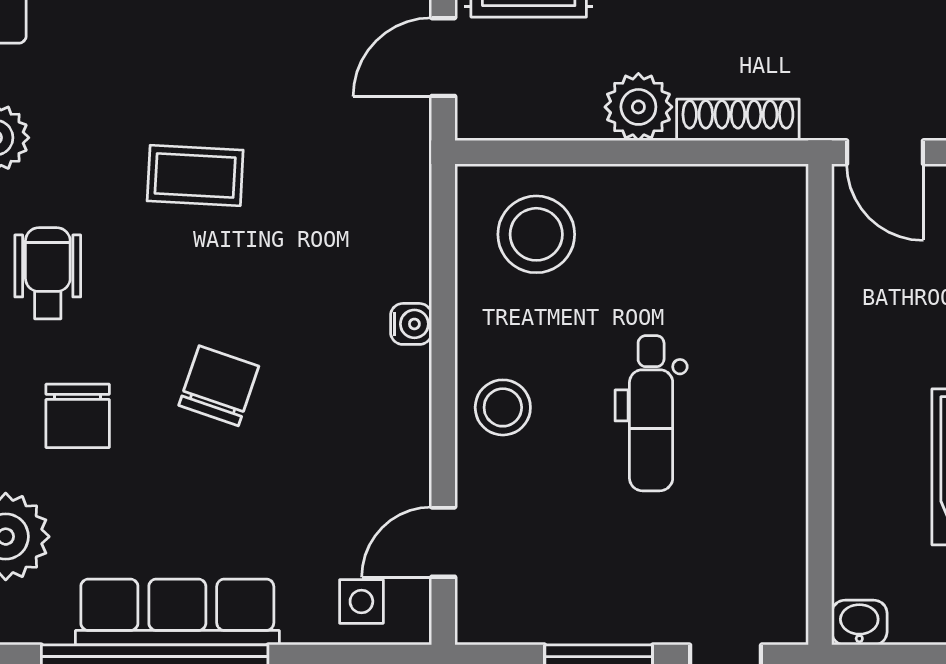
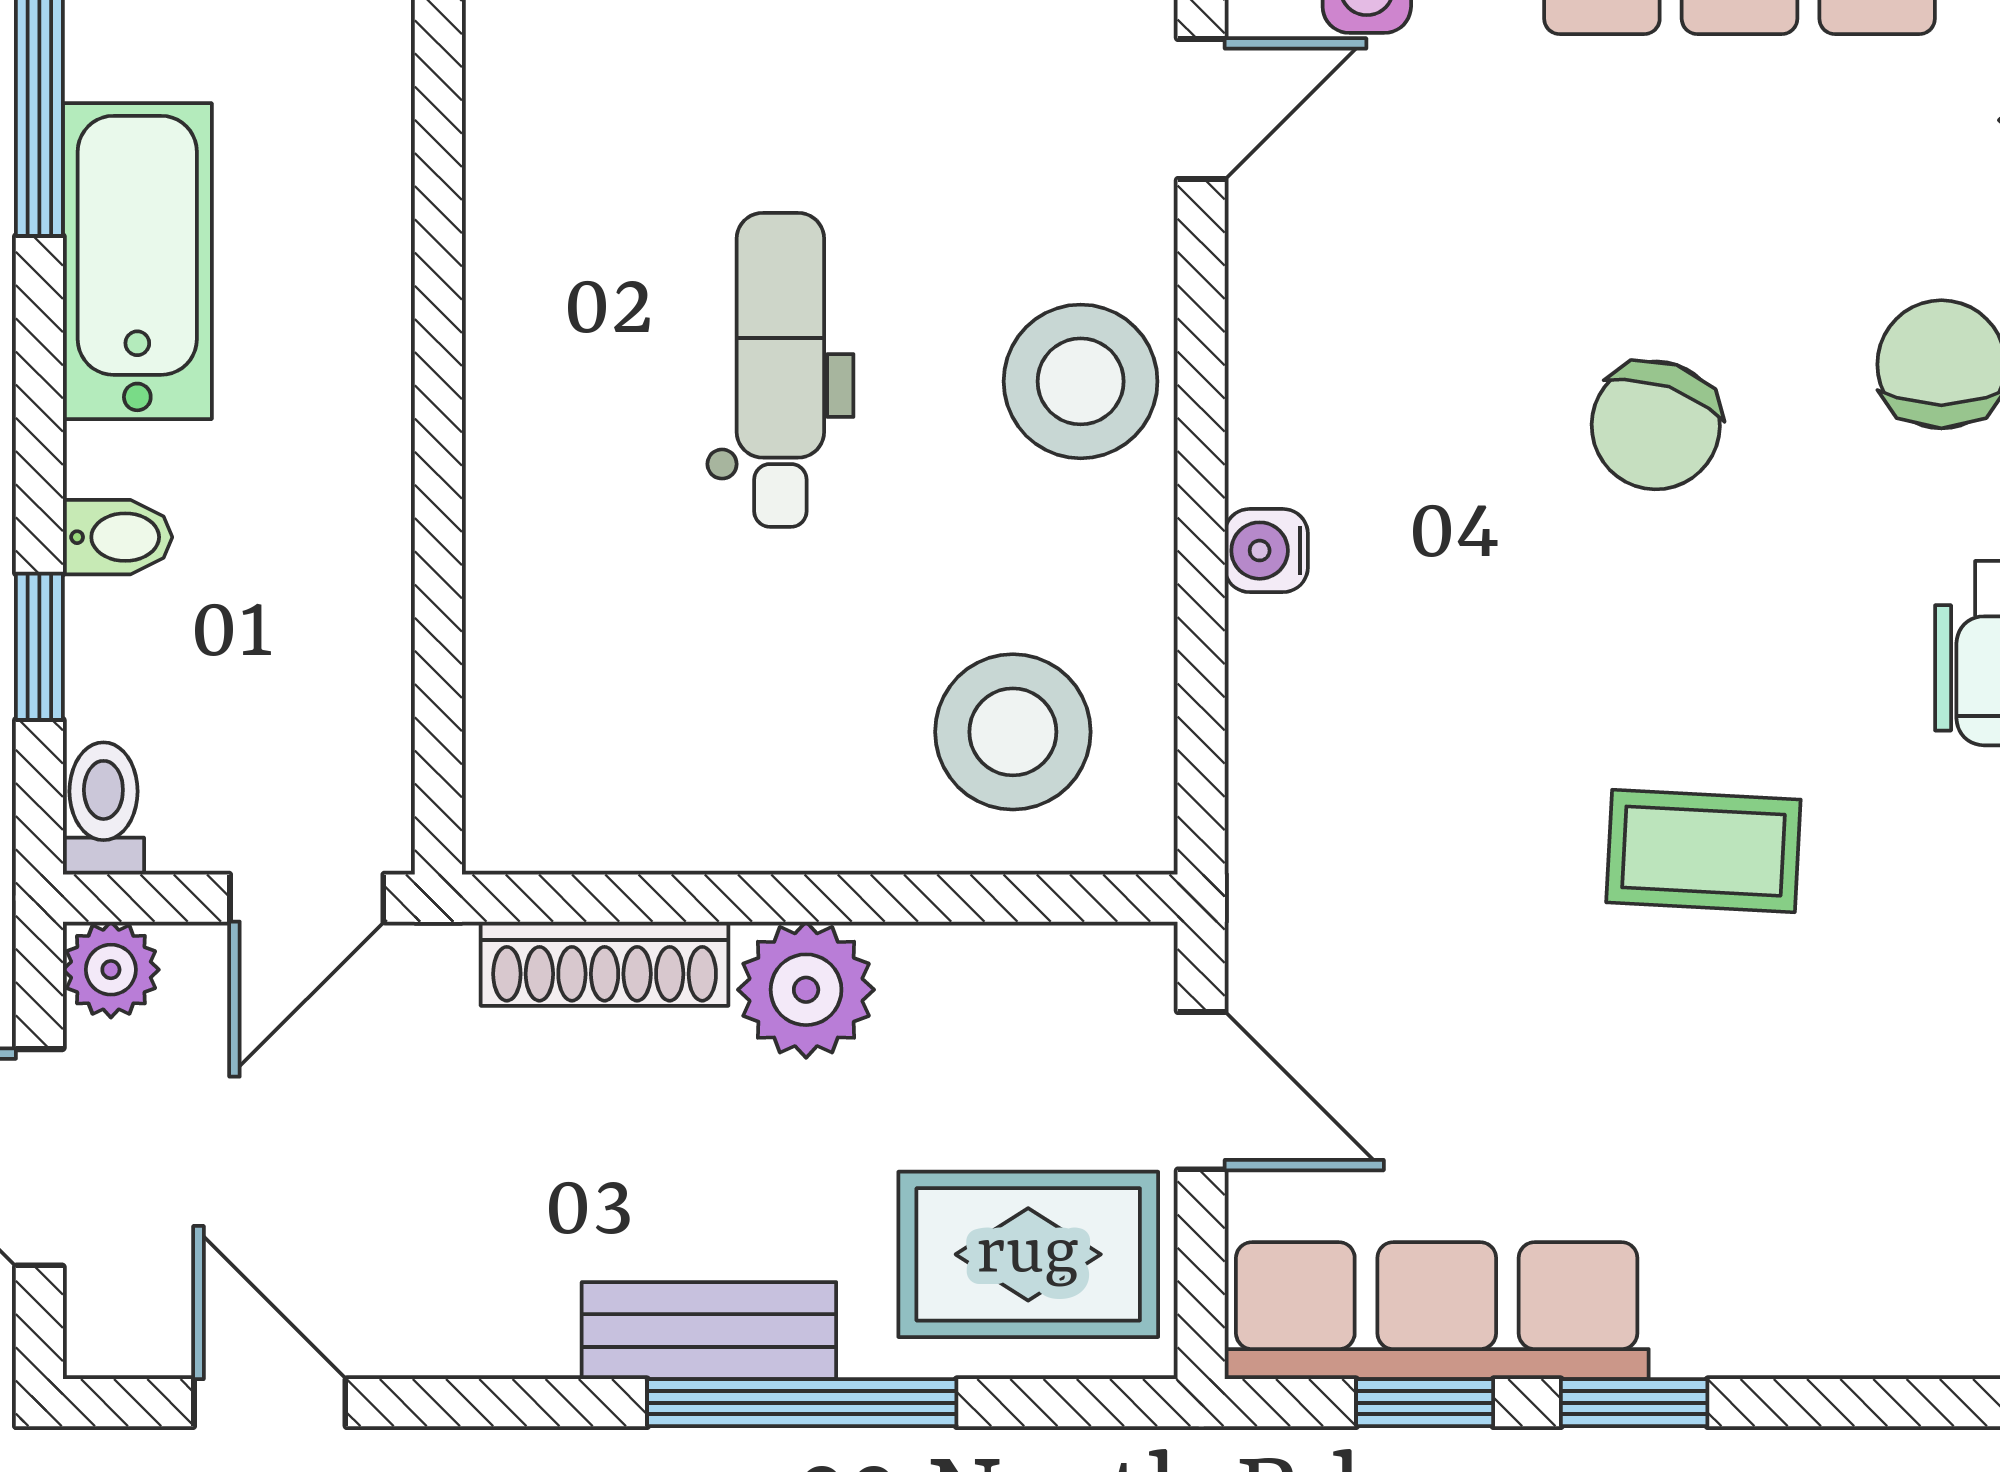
door: (443, 57) -> (1201, 1091), hinge flipped
door: (885, 152) -> (307, 898), swing flipped
stool: (503, 407) -> (1081, 381), width x1.38, depth x1.38

